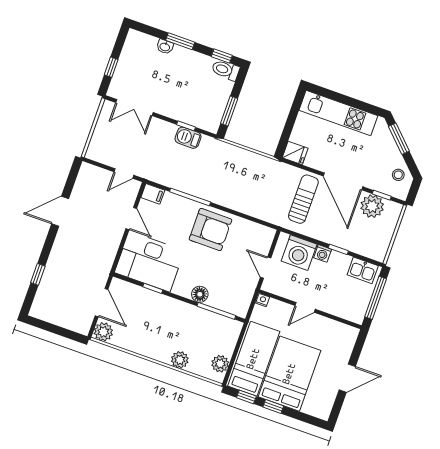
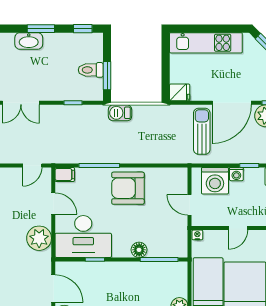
washbasin: (165, 47) -> (29, 41), width x1.91, depth x1.45
toilet: (226, 70) -> (91, 70), moved
barbecue: (188, 138) -> (120, 113), moved
door: (343, 181) -> (232, 103), hinge flipped
armchair: (210, 230) -> (128, 188), turned 180
plant: (105, 248) -> (39, 238), added

